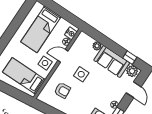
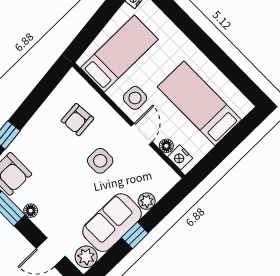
window: (130, 58) -> (135, 235), moved

